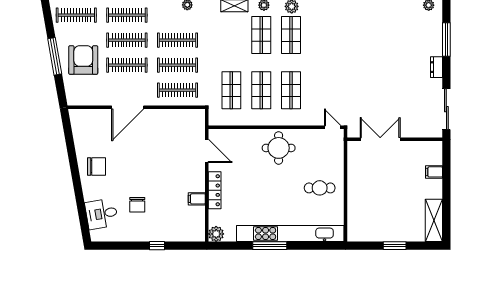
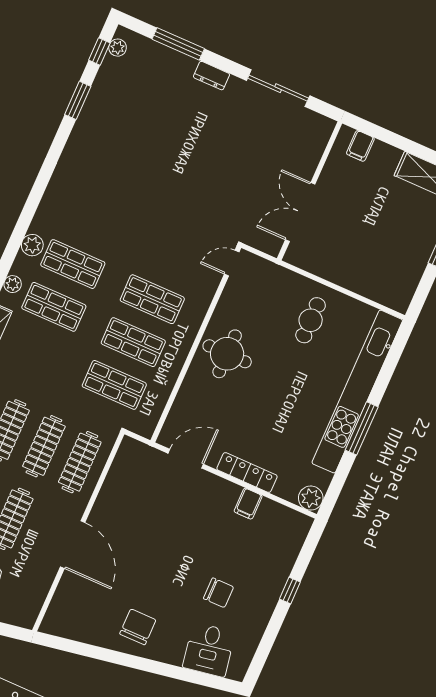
double door: (380, 139) -> (300, 212), moved
wall: (395, 139) -> (310, 191), moved

